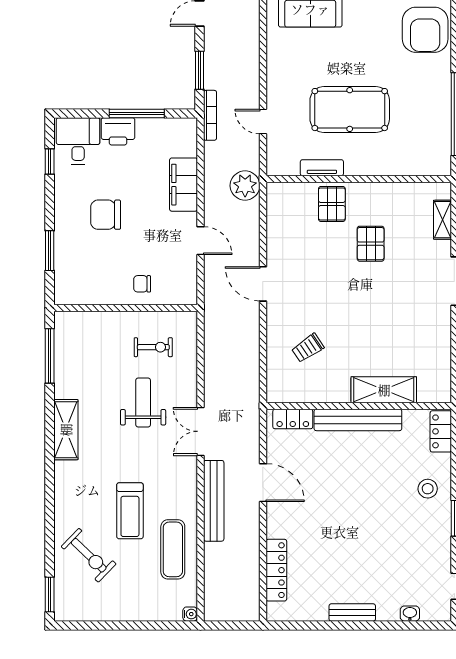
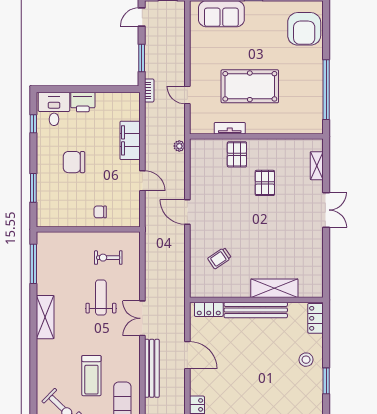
window: (137, 113) -> (96, 89), removed
bookcase: (210, 115) -> (149, 90), width x0.64
plant: (245, 186) -> (179, 146), width x0.53, depth x0.53
exercise bike: (153, 347) -> (108, 258), turned 180

